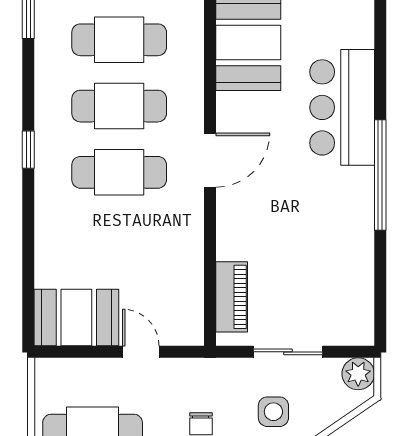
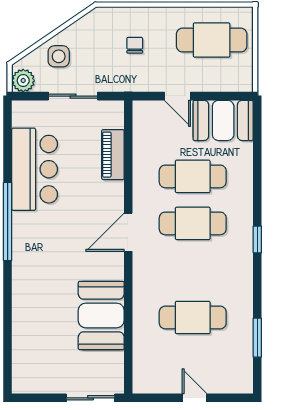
cafe table: (119, 106) -> (193, 176), moved
bar counter: (342, 107) -> (35, 169), moved
piano: (232, 297) -> (113, 155), moved
side table: (273, 412) -> (59, 56), moved

